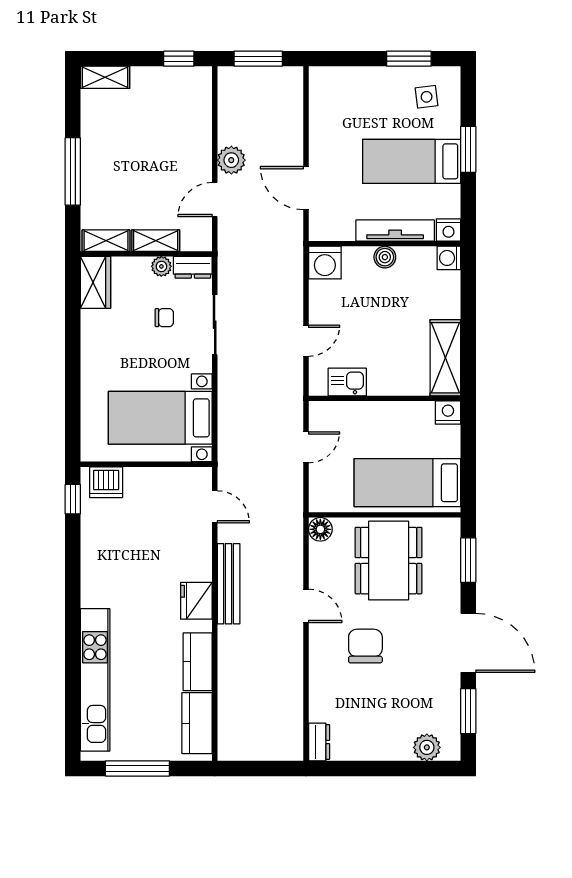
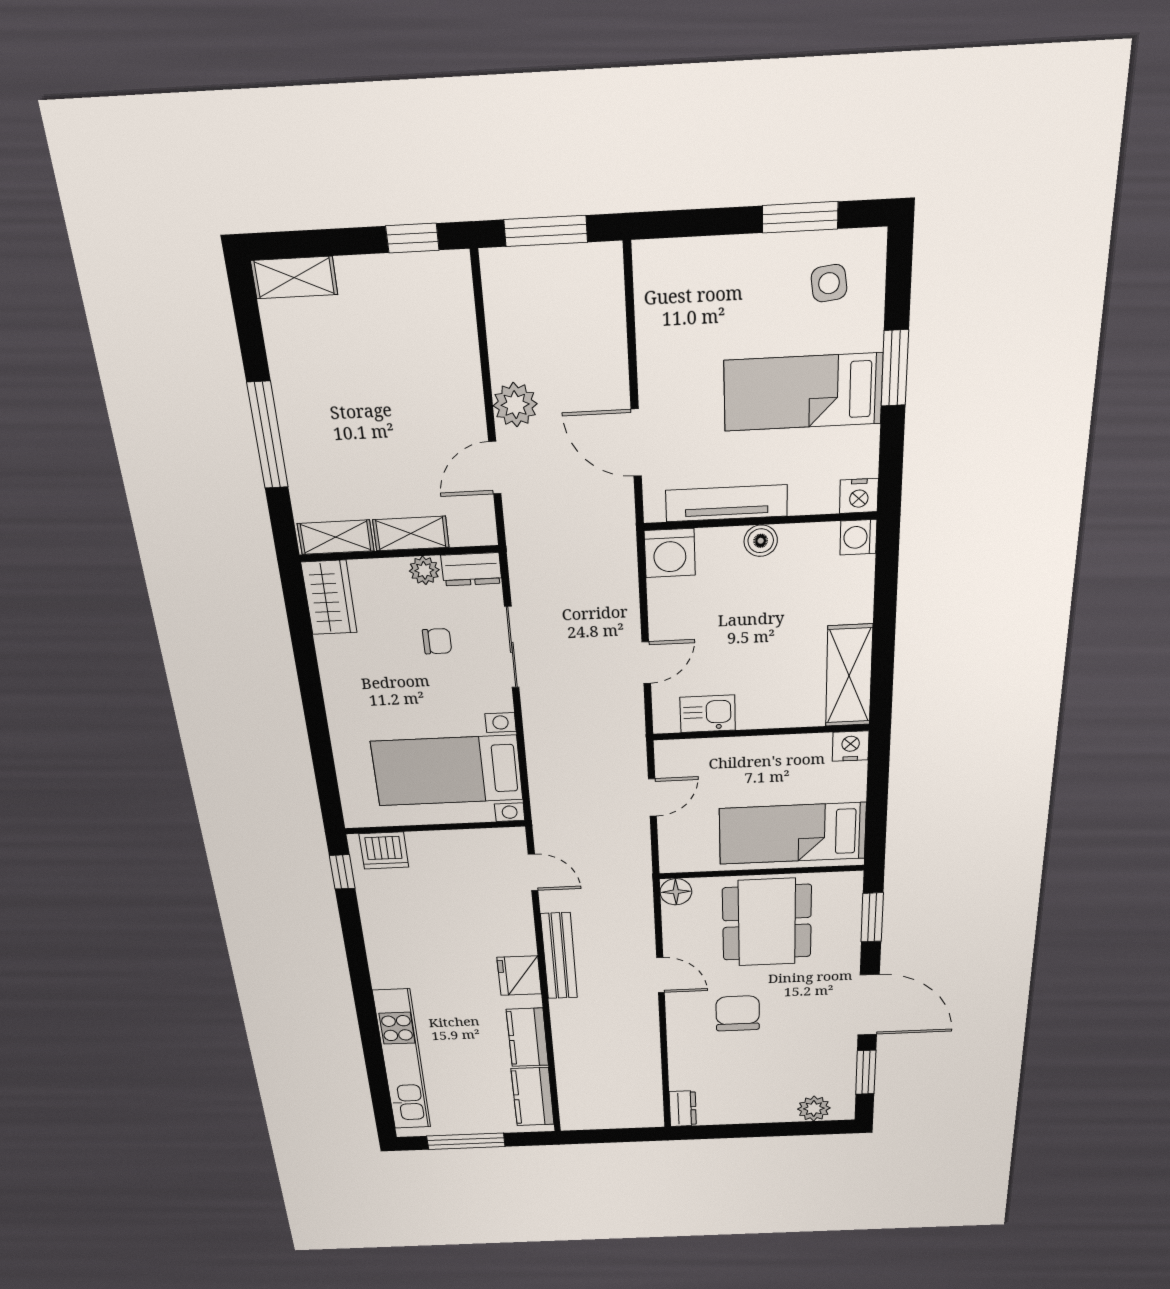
tv unit: (395, 231) -> (727, 503), moved

